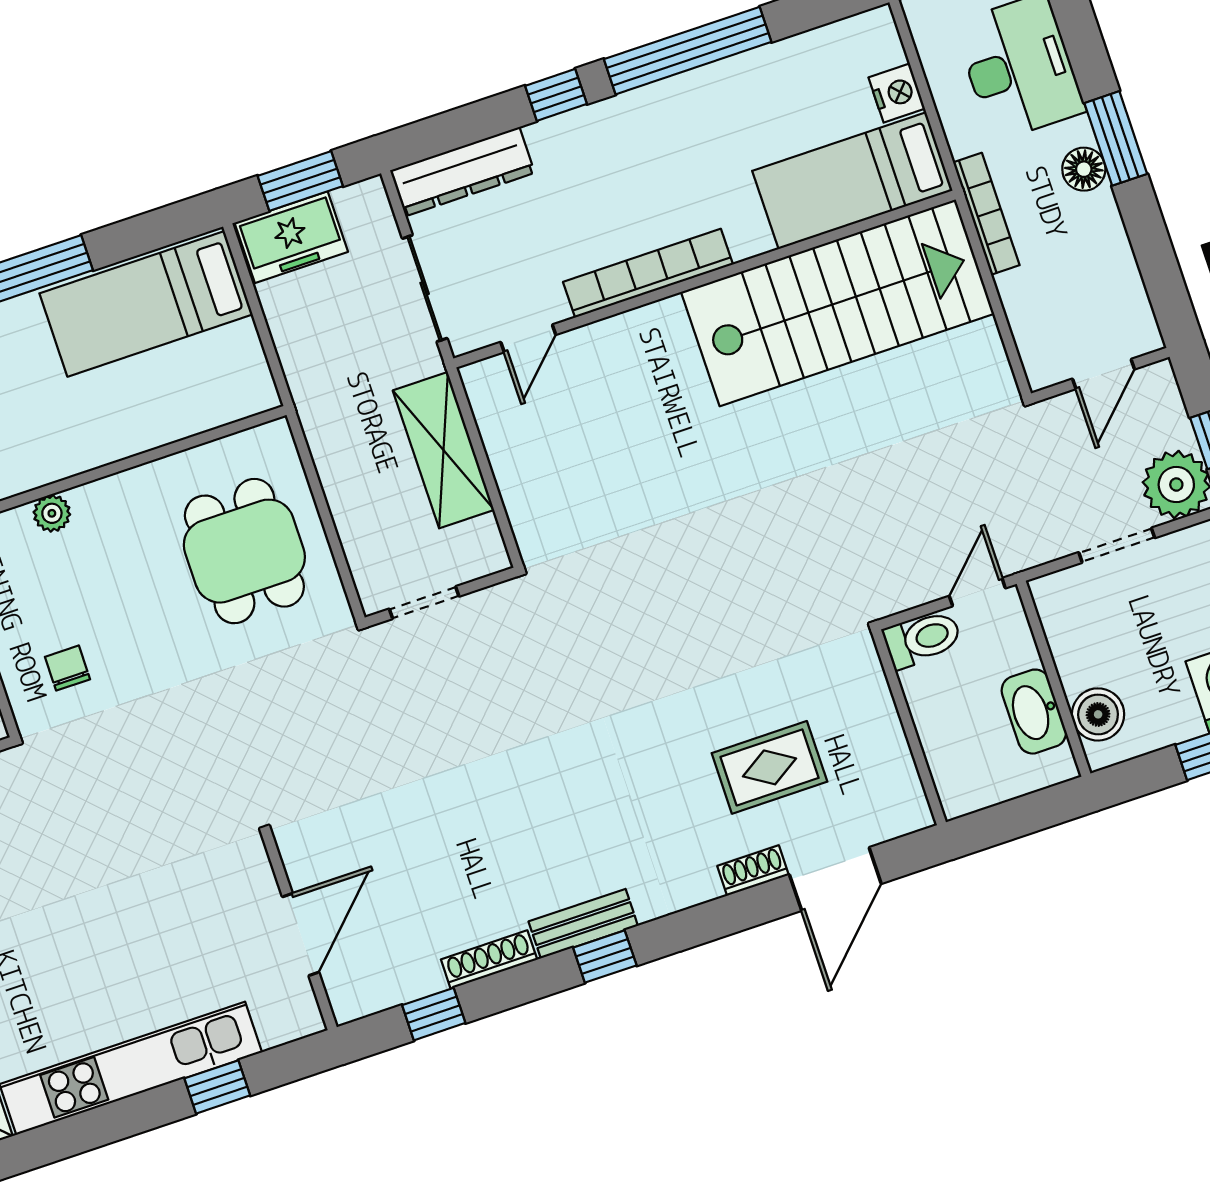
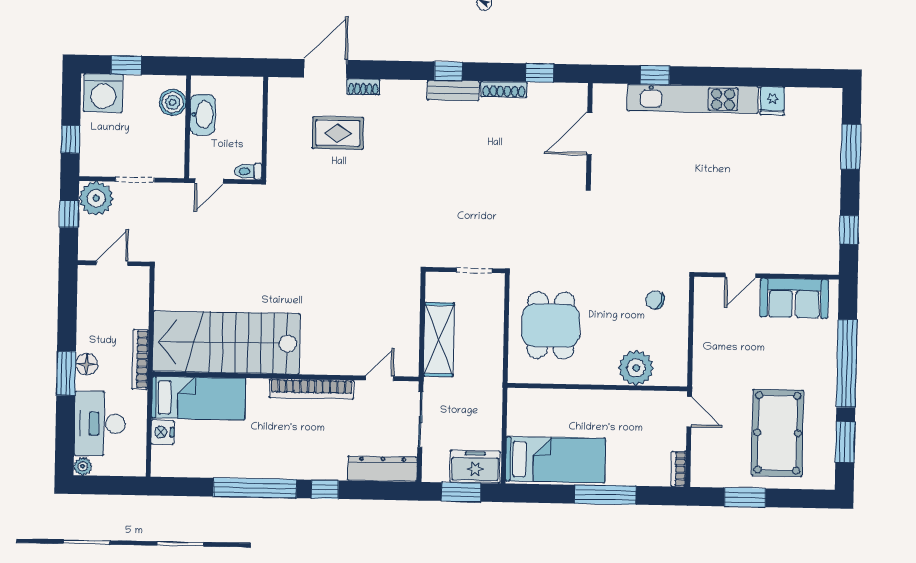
plant: (52, 513) -> (636, 368), width x1.88, depth x1.88
toilet: (922, 639) -> (248, 171), width x0.73, depth x0.72
chair: (67, 668) -> (655, 300), turned 109

